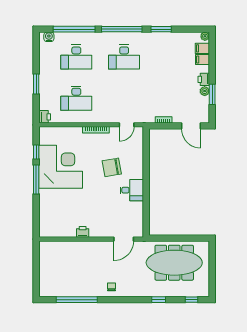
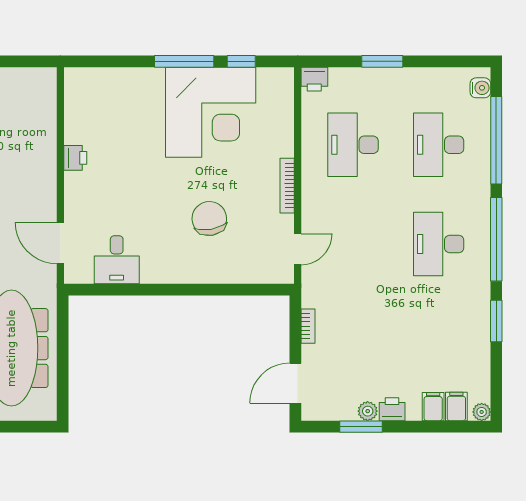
door: (127, 125) -> (298, 249), swing flipped
desk: (132, 190) -> (117, 260), moved

